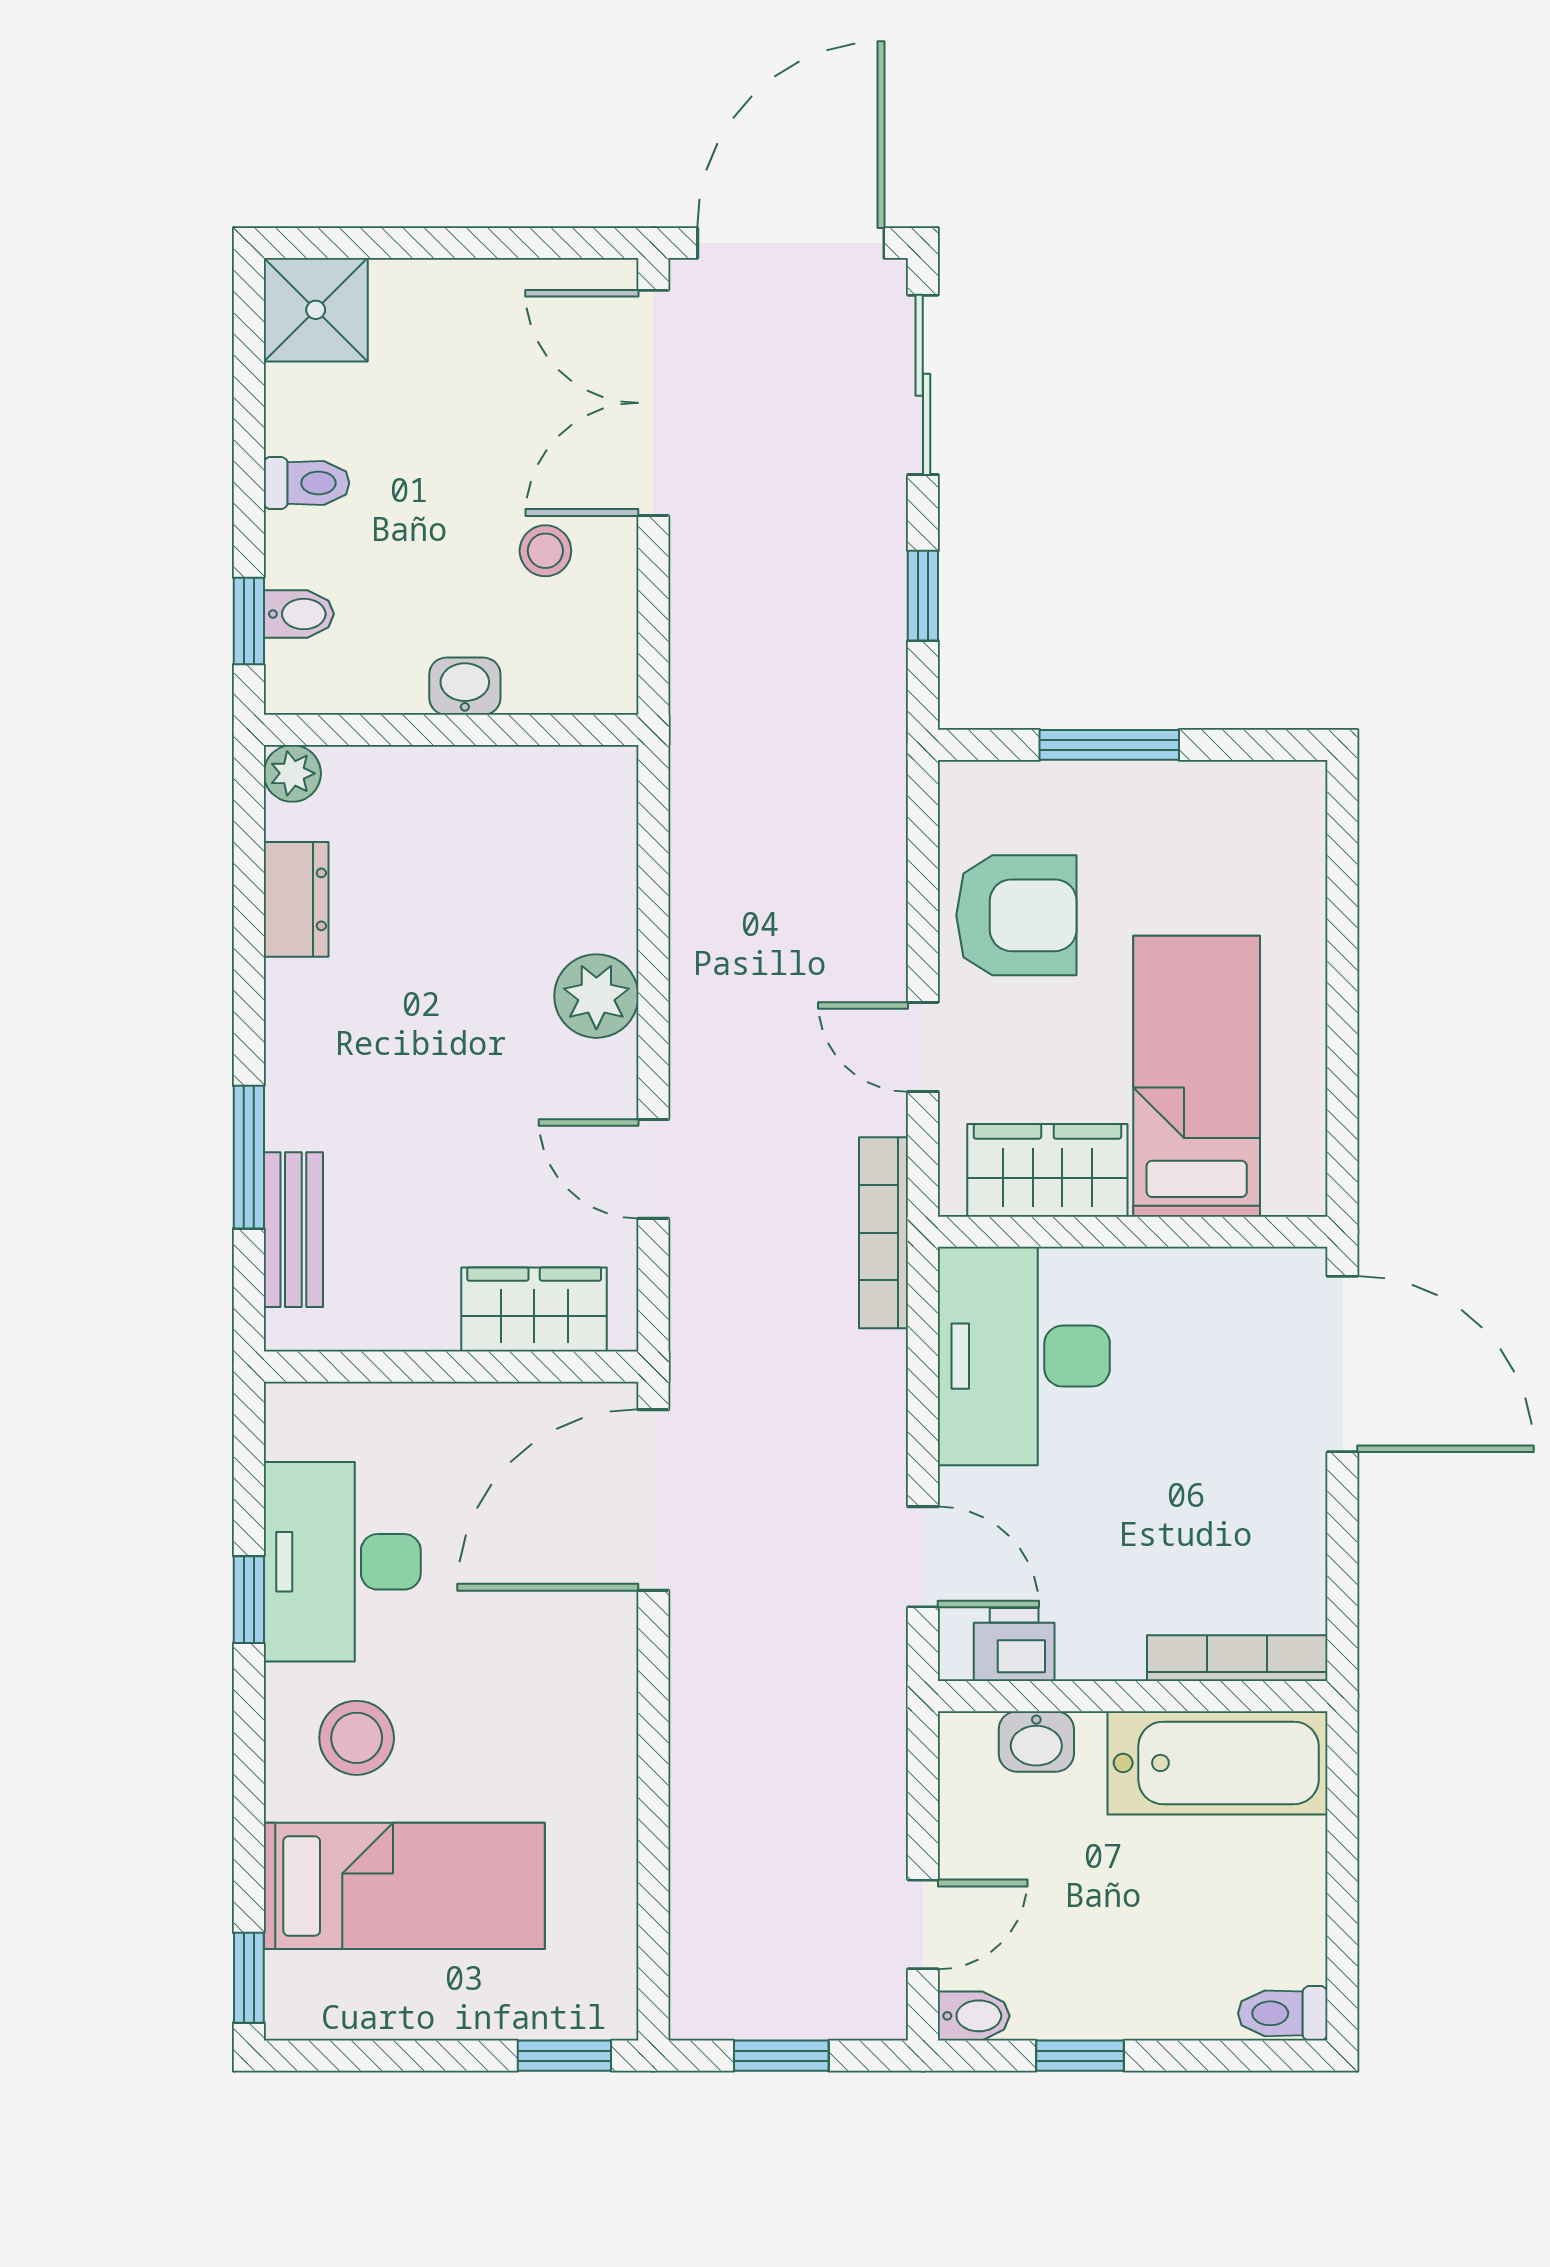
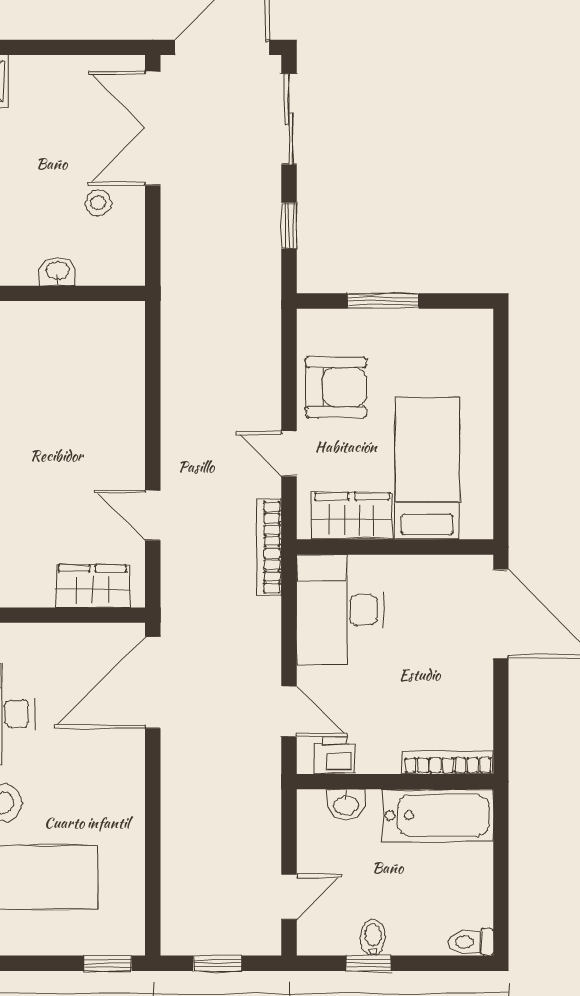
plant: (596, 996) -> (124, 428), removed
bidet: (974, 2016) -> (373, 938), moved, turned -90

